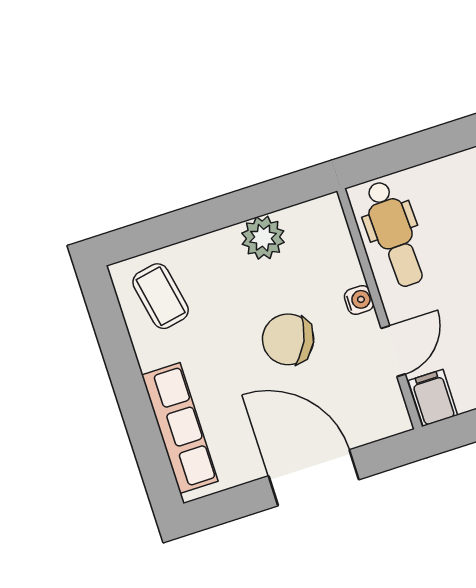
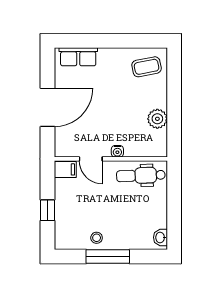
chair: (288, 339) -> (110, 115), removed
row of seats: (180, 428) -> (78, 57), width x0.68

